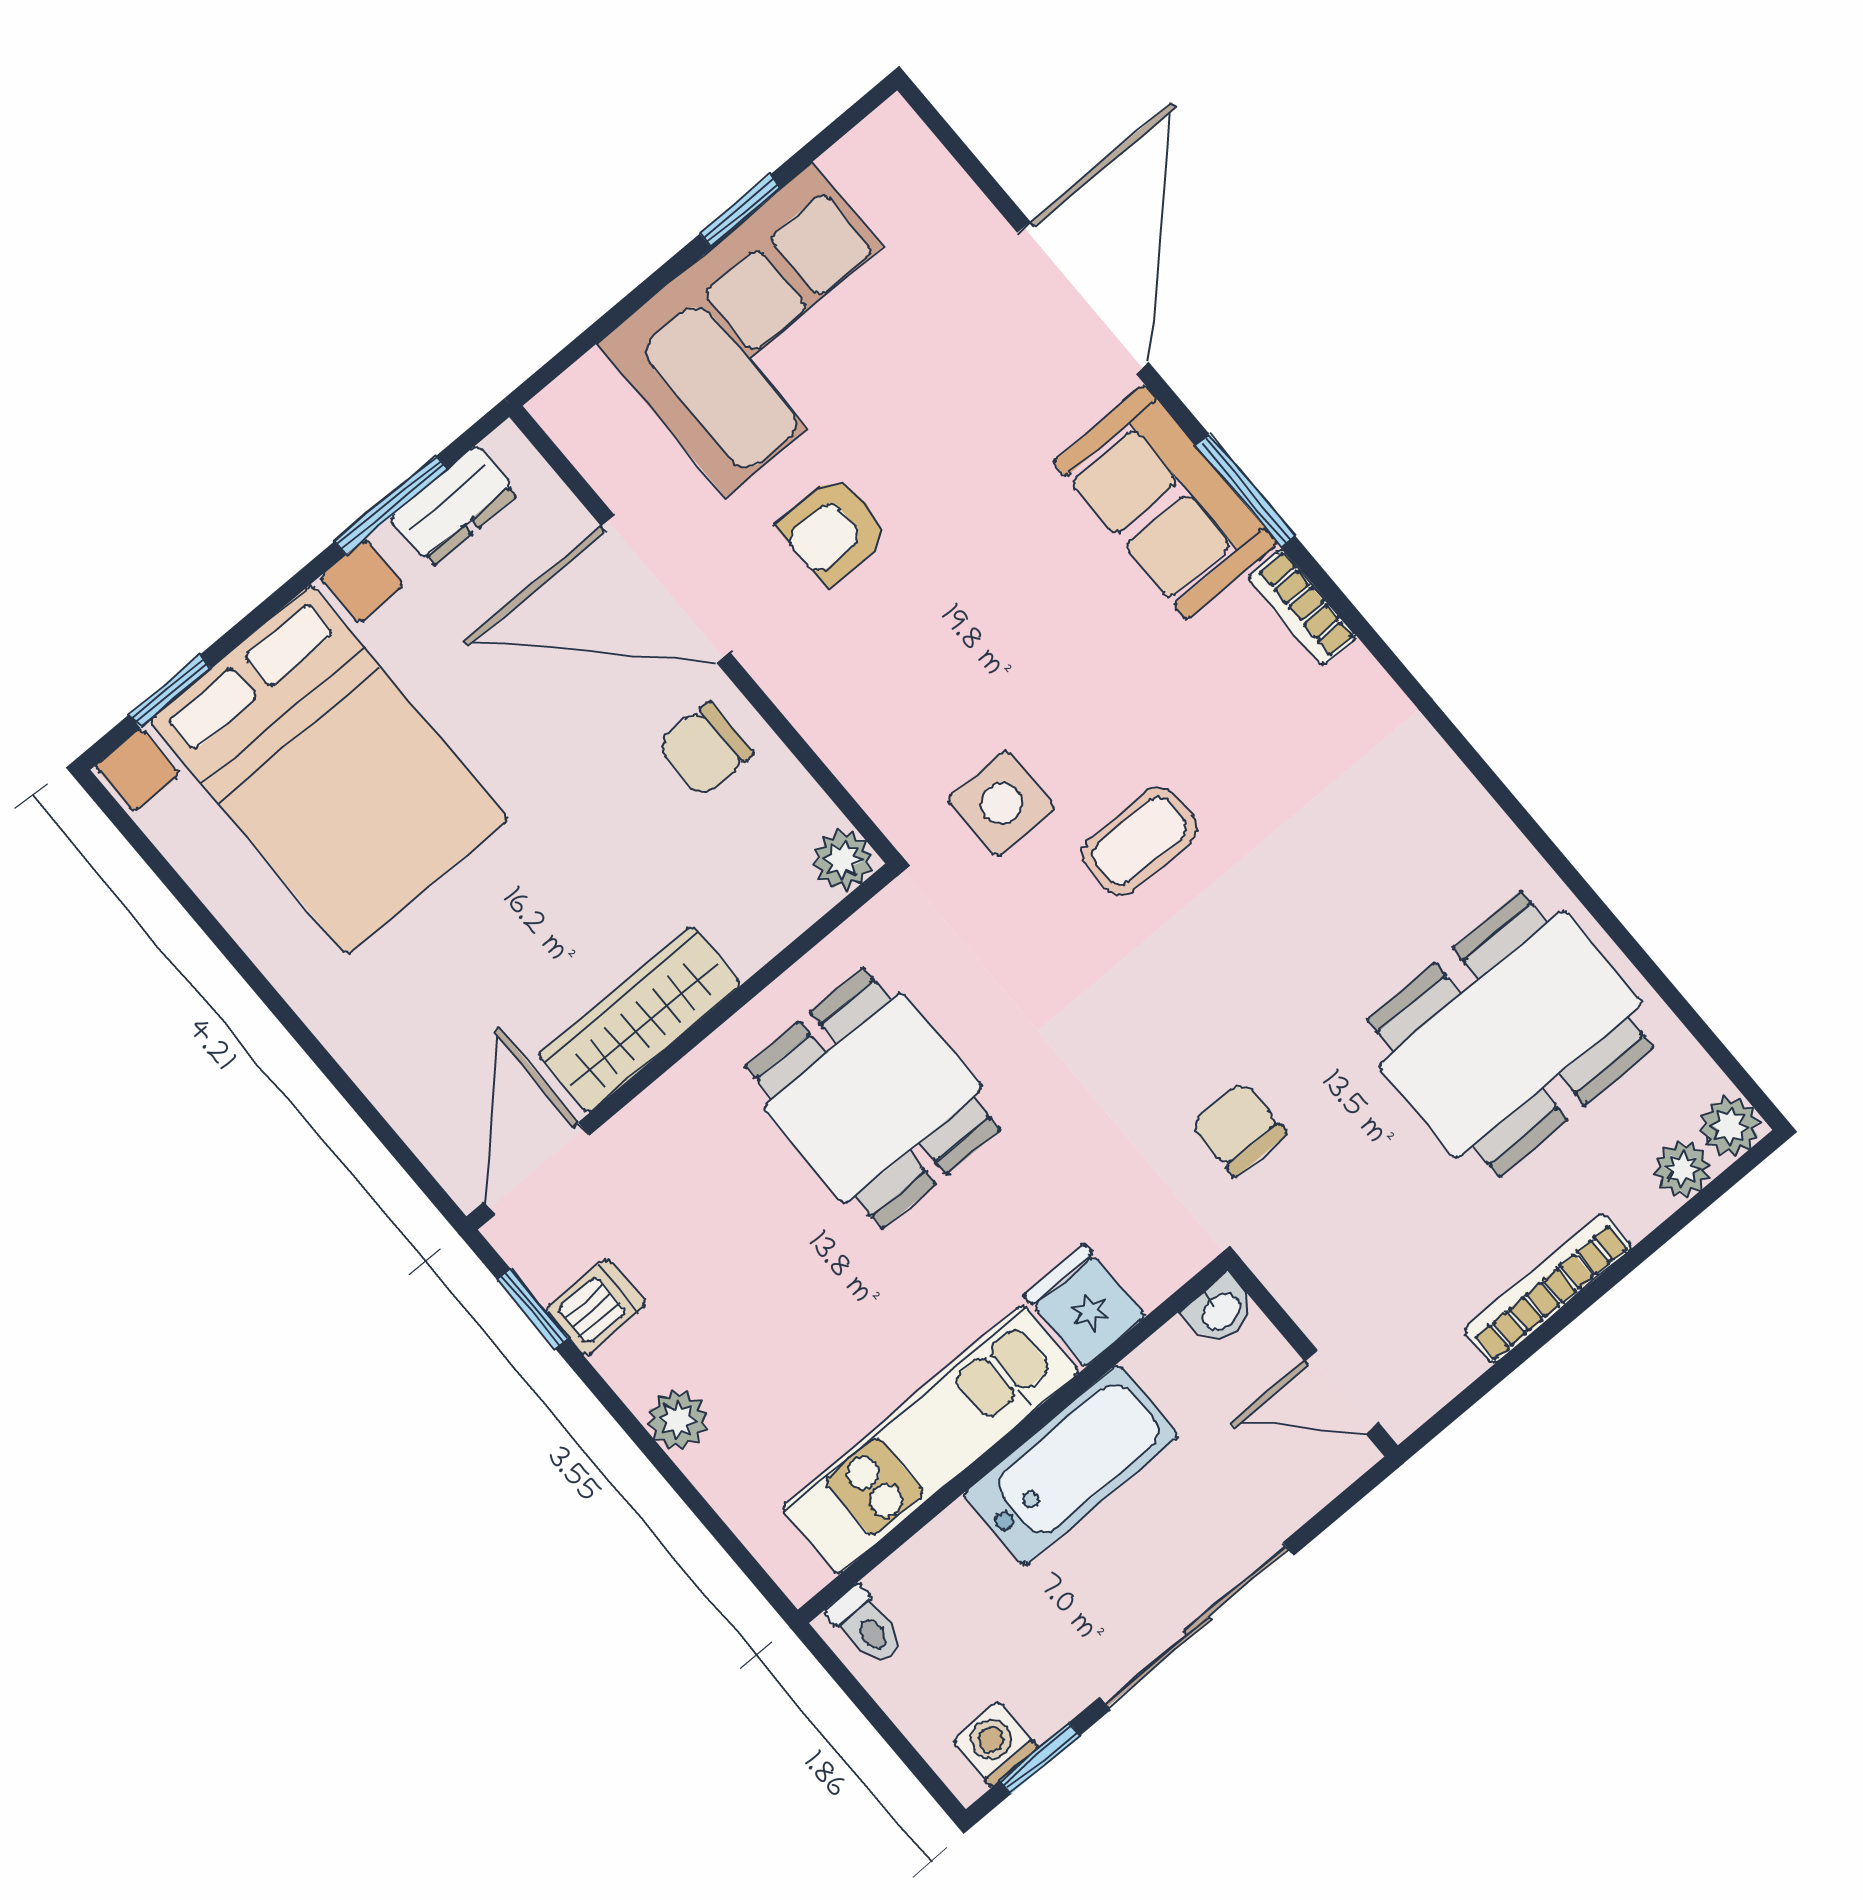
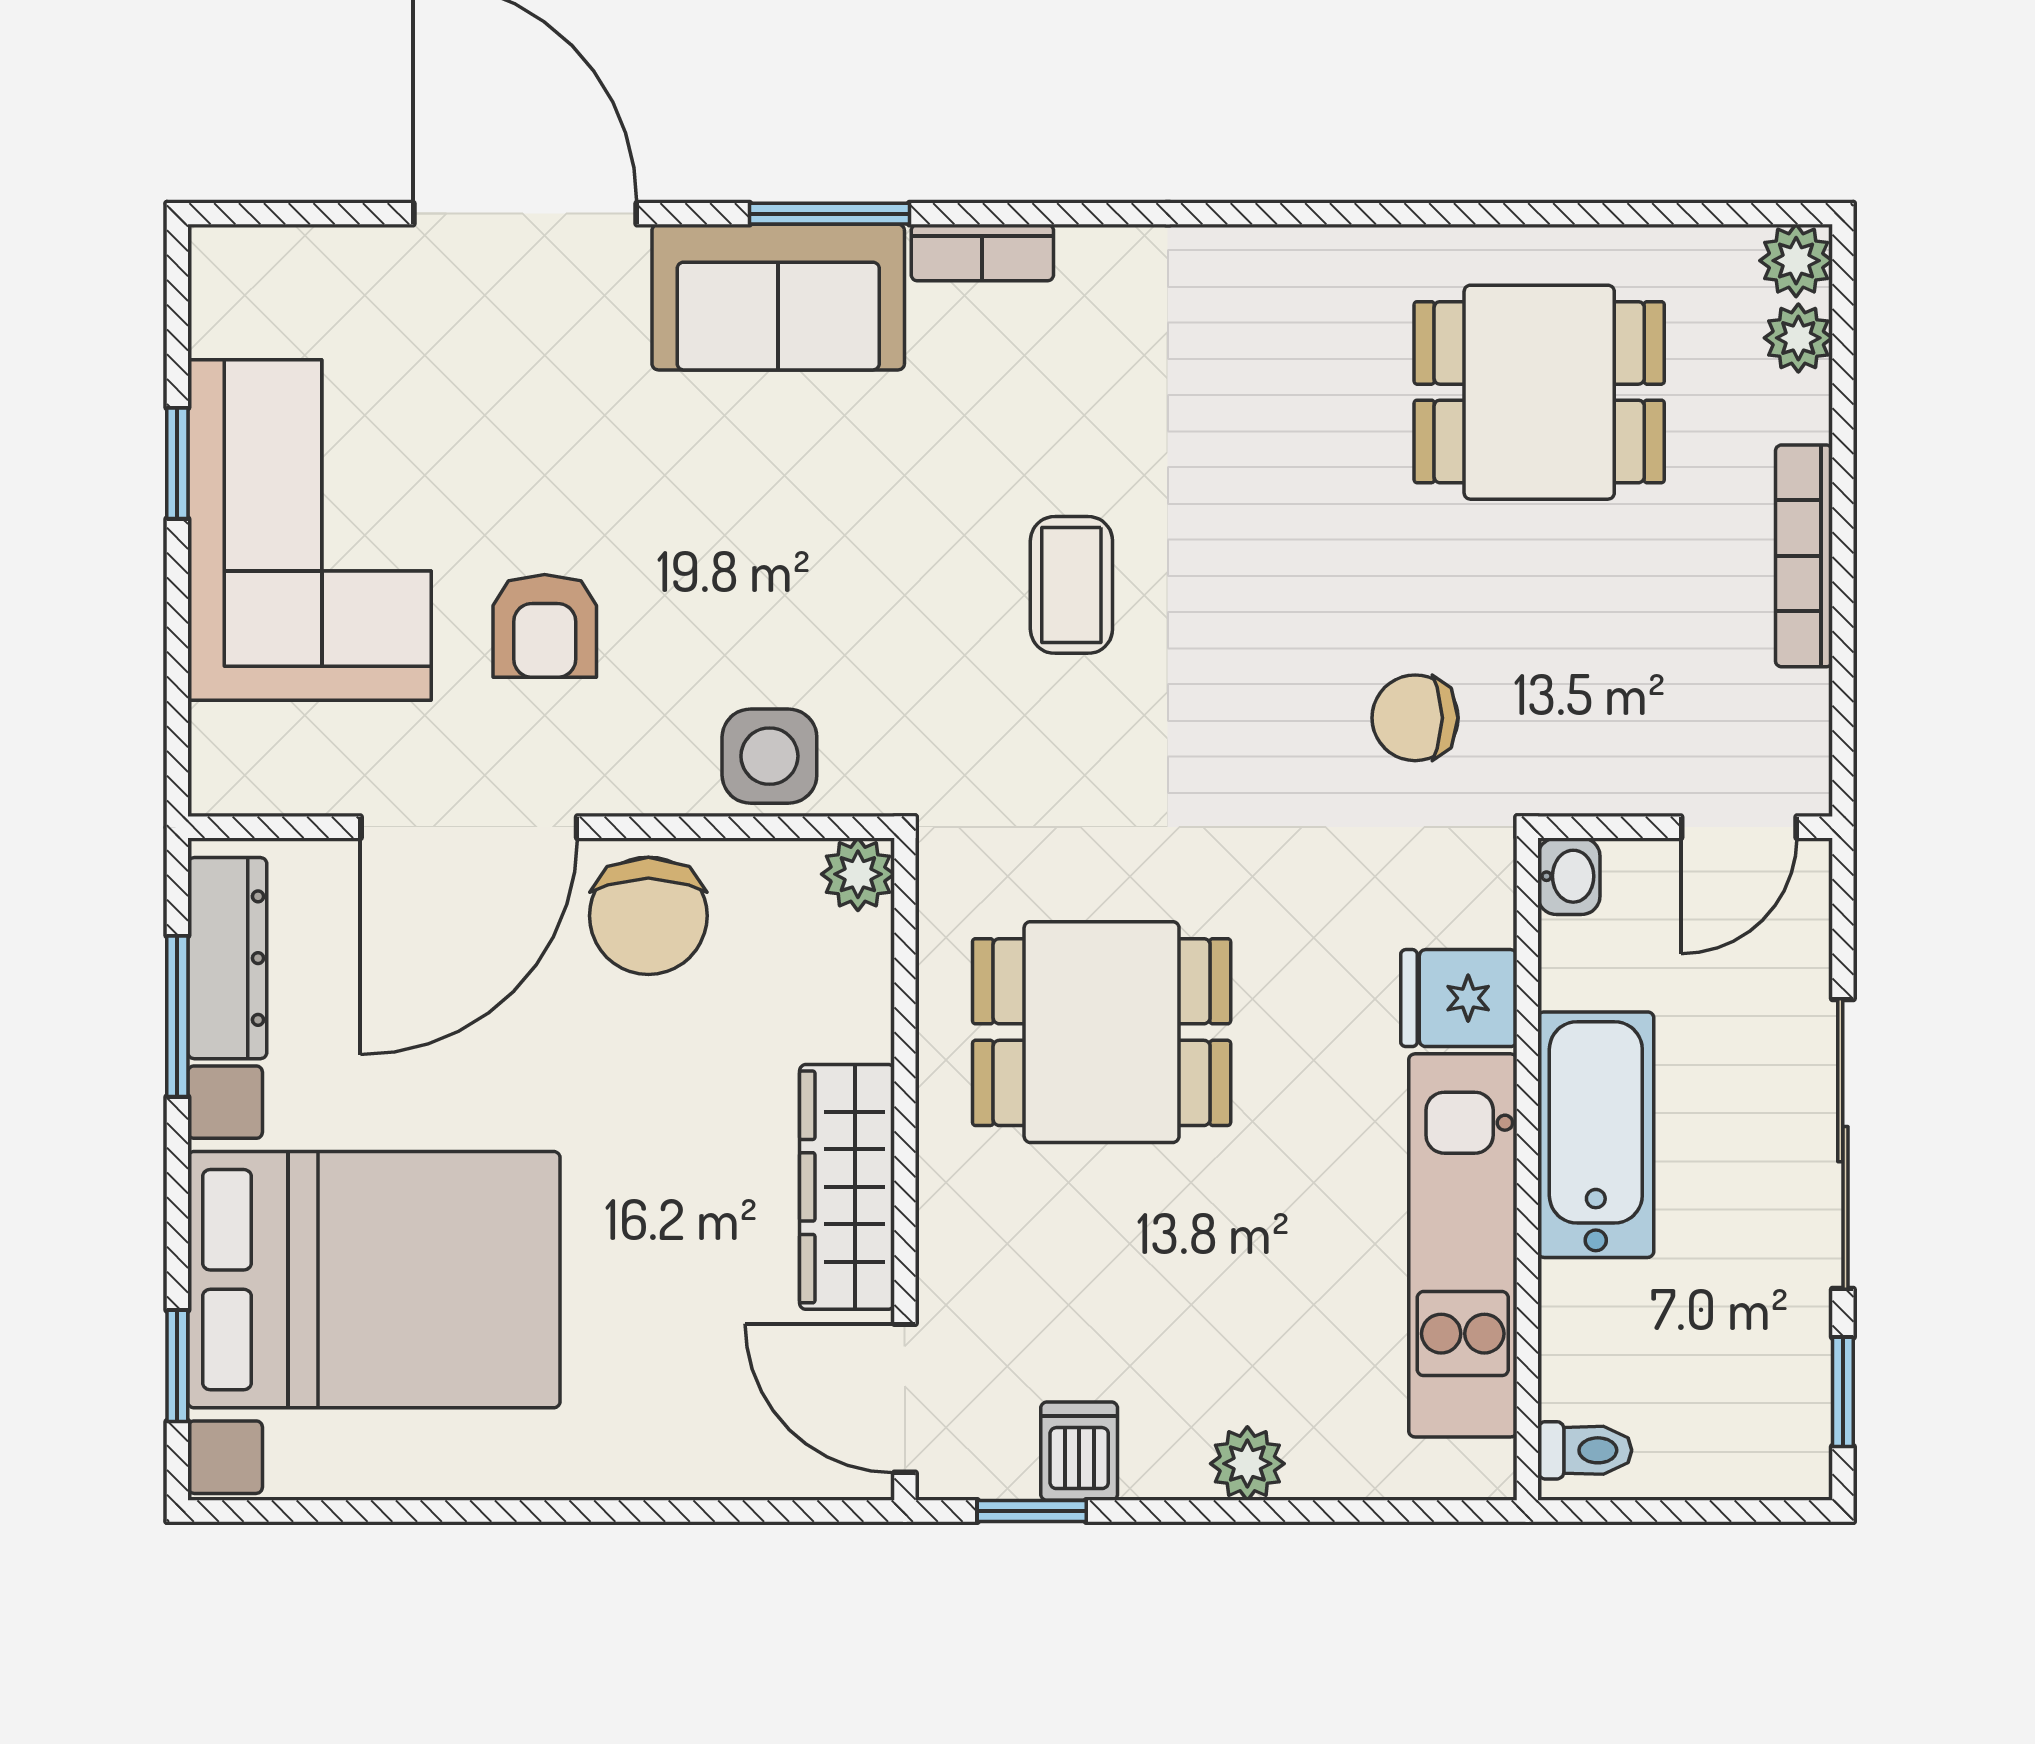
dresser: (454, 506) -> (227, 958), width x1.44
chair: (705, 750) -> (648, 916), width x1.37, depth x1.37
side table: (1001, 803) -> (769, 756), moved
dining table: (1510, 1034) -> (1539, 392), width x0.73
washing machine: (995, 1744) -> (1795, 1423), removed

